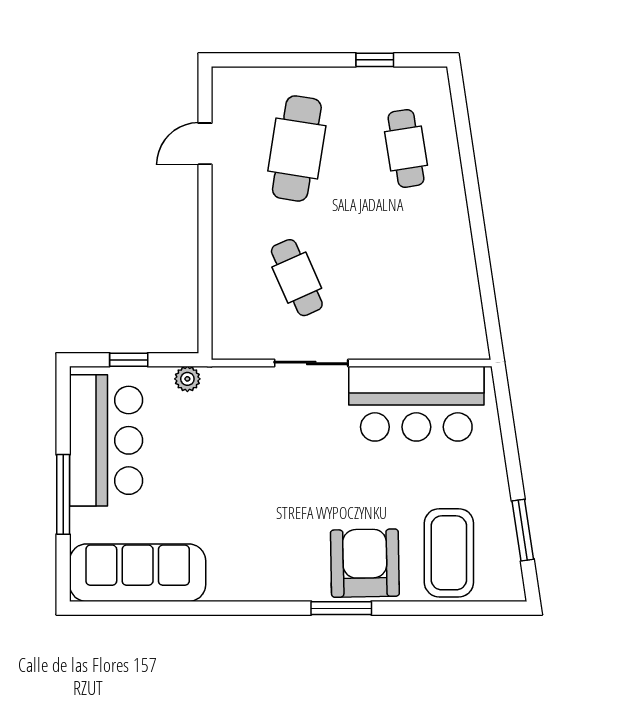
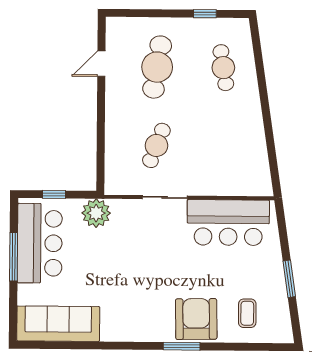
cafe table: (297, 278) -> (156, 145), turned 45
plant: (187, 379) -> (96, 213), width x1.88, depth x1.88
window: (63, 494) -> (14, 257), moved
window: (523, 530) -> (289, 279), moved
coffee table: (449, 553) -> (247, 313), width x0.54, depth x0.58

